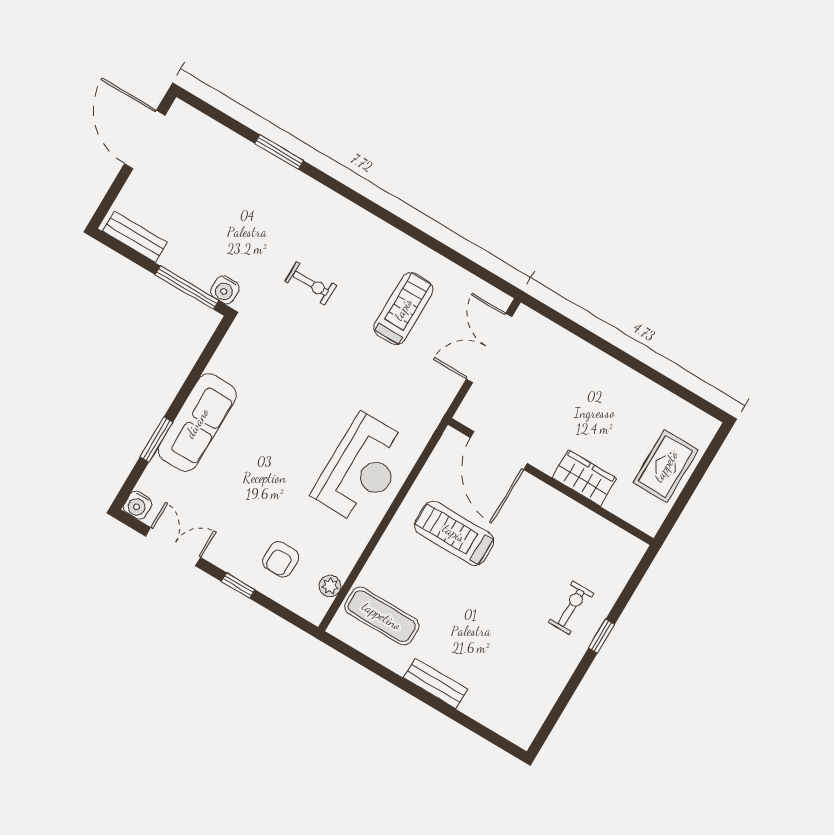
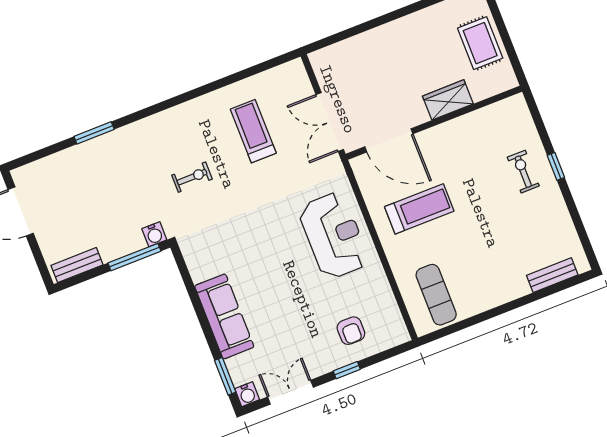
double door: (489, 348) -> (330, 122), moved
window: (156, 440) -> (225, 376), moved
treadmill: (454, 533) -> (419, 209), turned 180
plant: (330, 586) -> (392, 313), removed
exercise mat: (382, 616) -> (436, 295), turned 90
bench: (436, 684) -> (552, 275), moved

